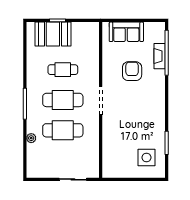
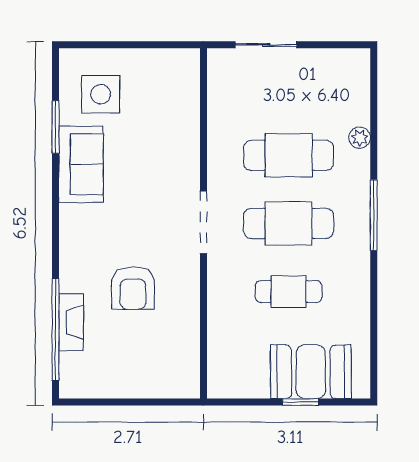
sofa: (126, 32) -> (81, 164), moved, turned 90

